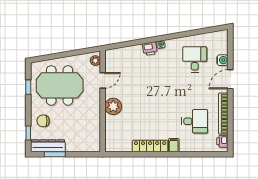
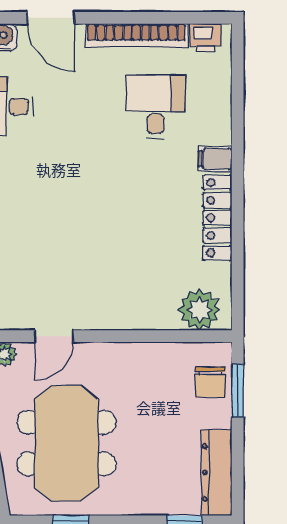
door: (103, 80) -> (54, 336), swing flipped
plant: (113, 106) -> (199, 310), moved
chair: (43, 121) -> (210, 382), moved
window: (55, 154) -> (238, 391), moved

